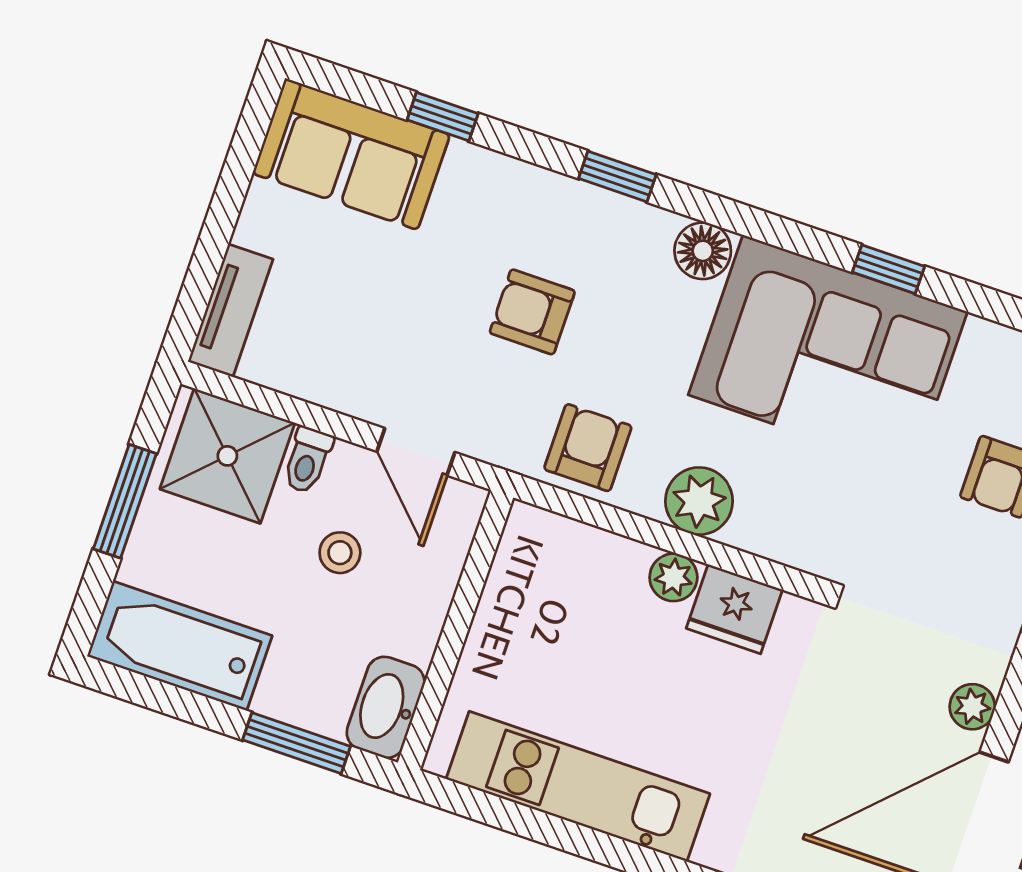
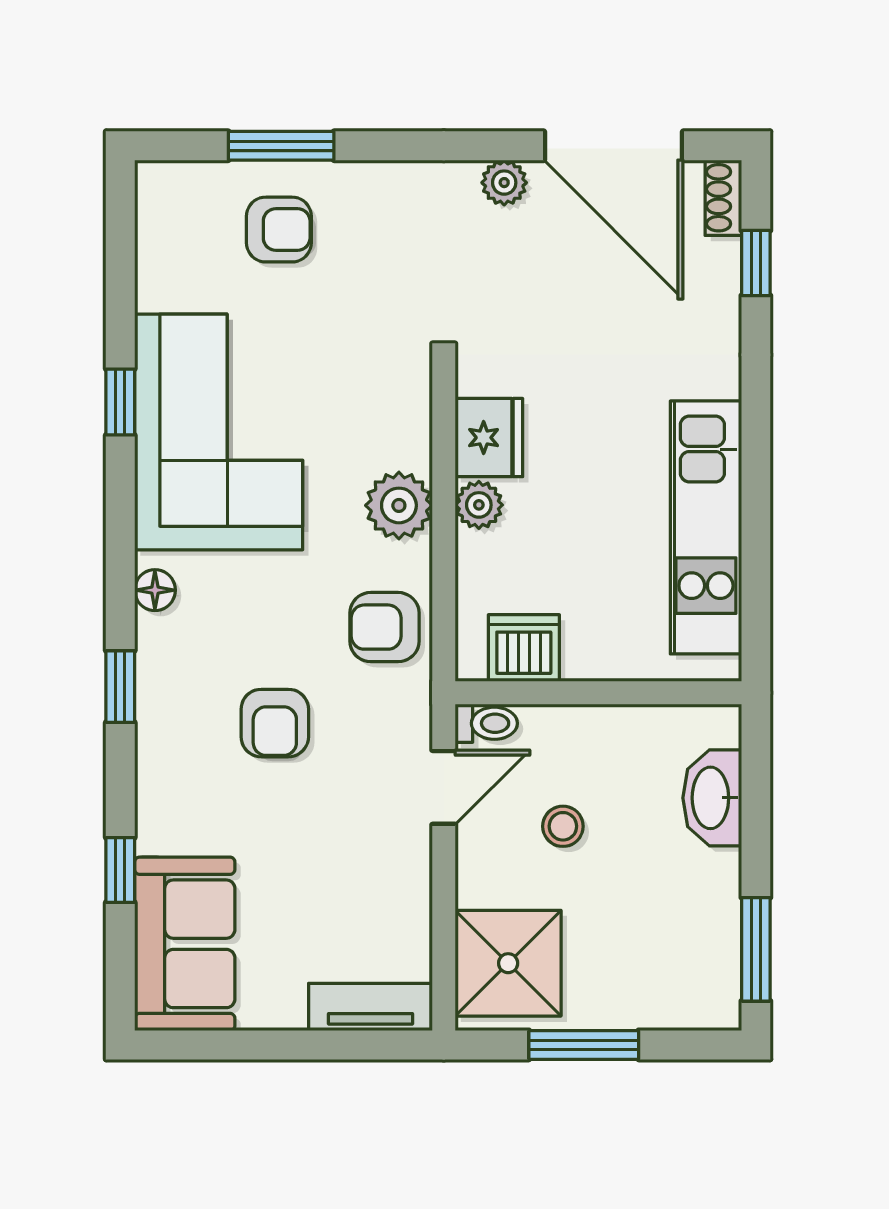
floor lamp: (703, 251) -> (155, 590), width x0.73, depth x0.73
toilet: (307, 460) -> (486, 723), moved
dishwasher: (522, 574) -> (524, 648), added
bathtub: (180, 646) -> (702, 947), removed
washbasin: (386, 707) -> (712, 798), moved, turned 90
window: (297, 743) -> (756, 949), moved

